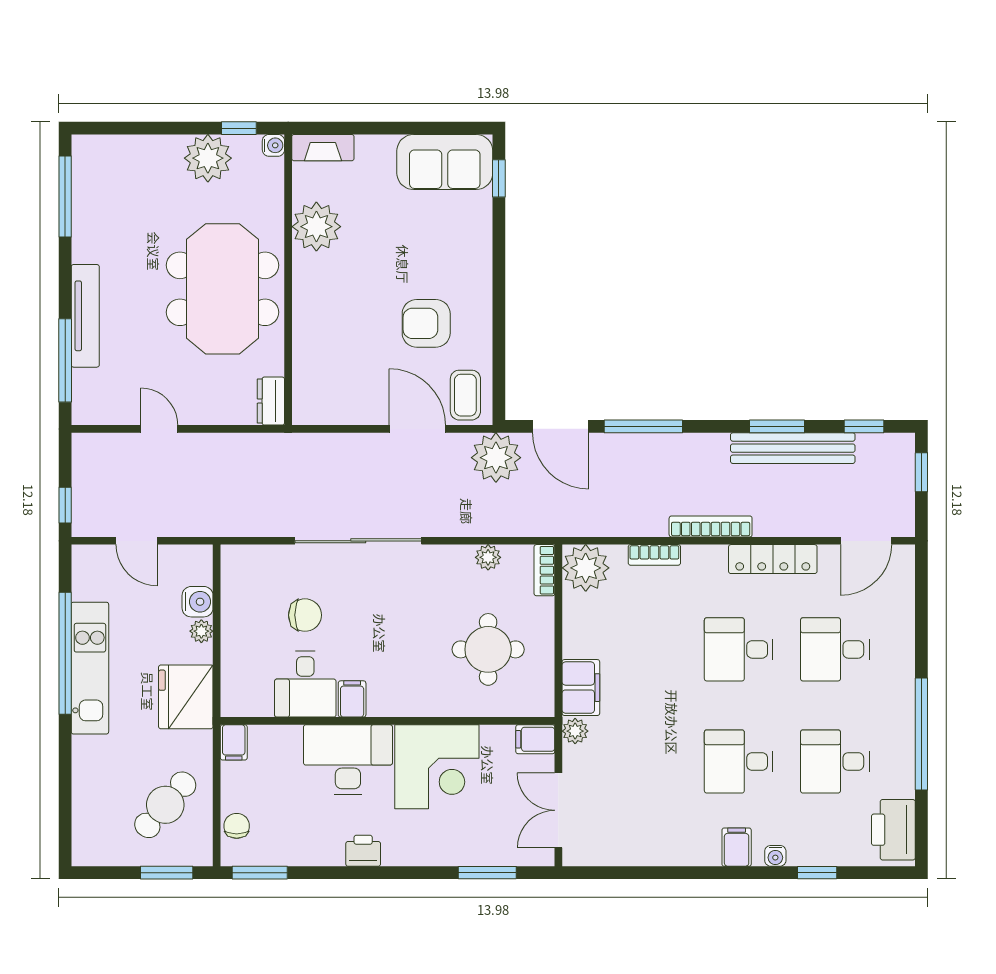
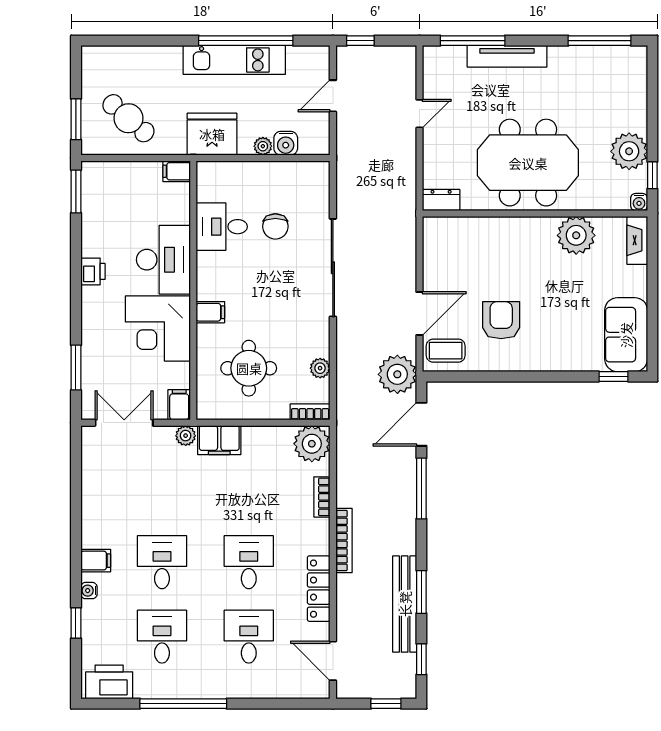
filing cabinet: (352, 699) -> (210, 312), moved
chair: (237, 826) -> (112, 173), removed

